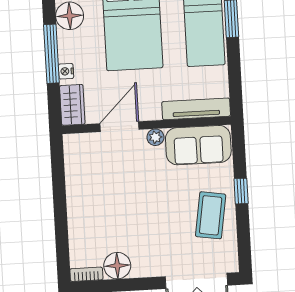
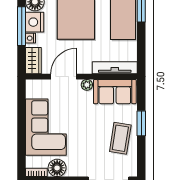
nightstand: (71, 46) -> (35, 22), added
window: (241, 191) -> (141, 123), width x1.50
corner sofa: (97, 205) -> (46, 127), added

